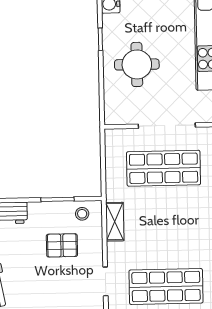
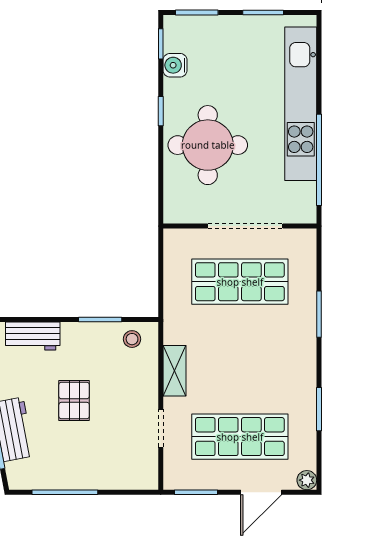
round table: (137, 64) -> (208, 145), width x1.36, depth x1.36
shelving: (115, 222) -> (174, 371), moved
pallet: (62, 245) -> (74, 401), moved, turned 90

